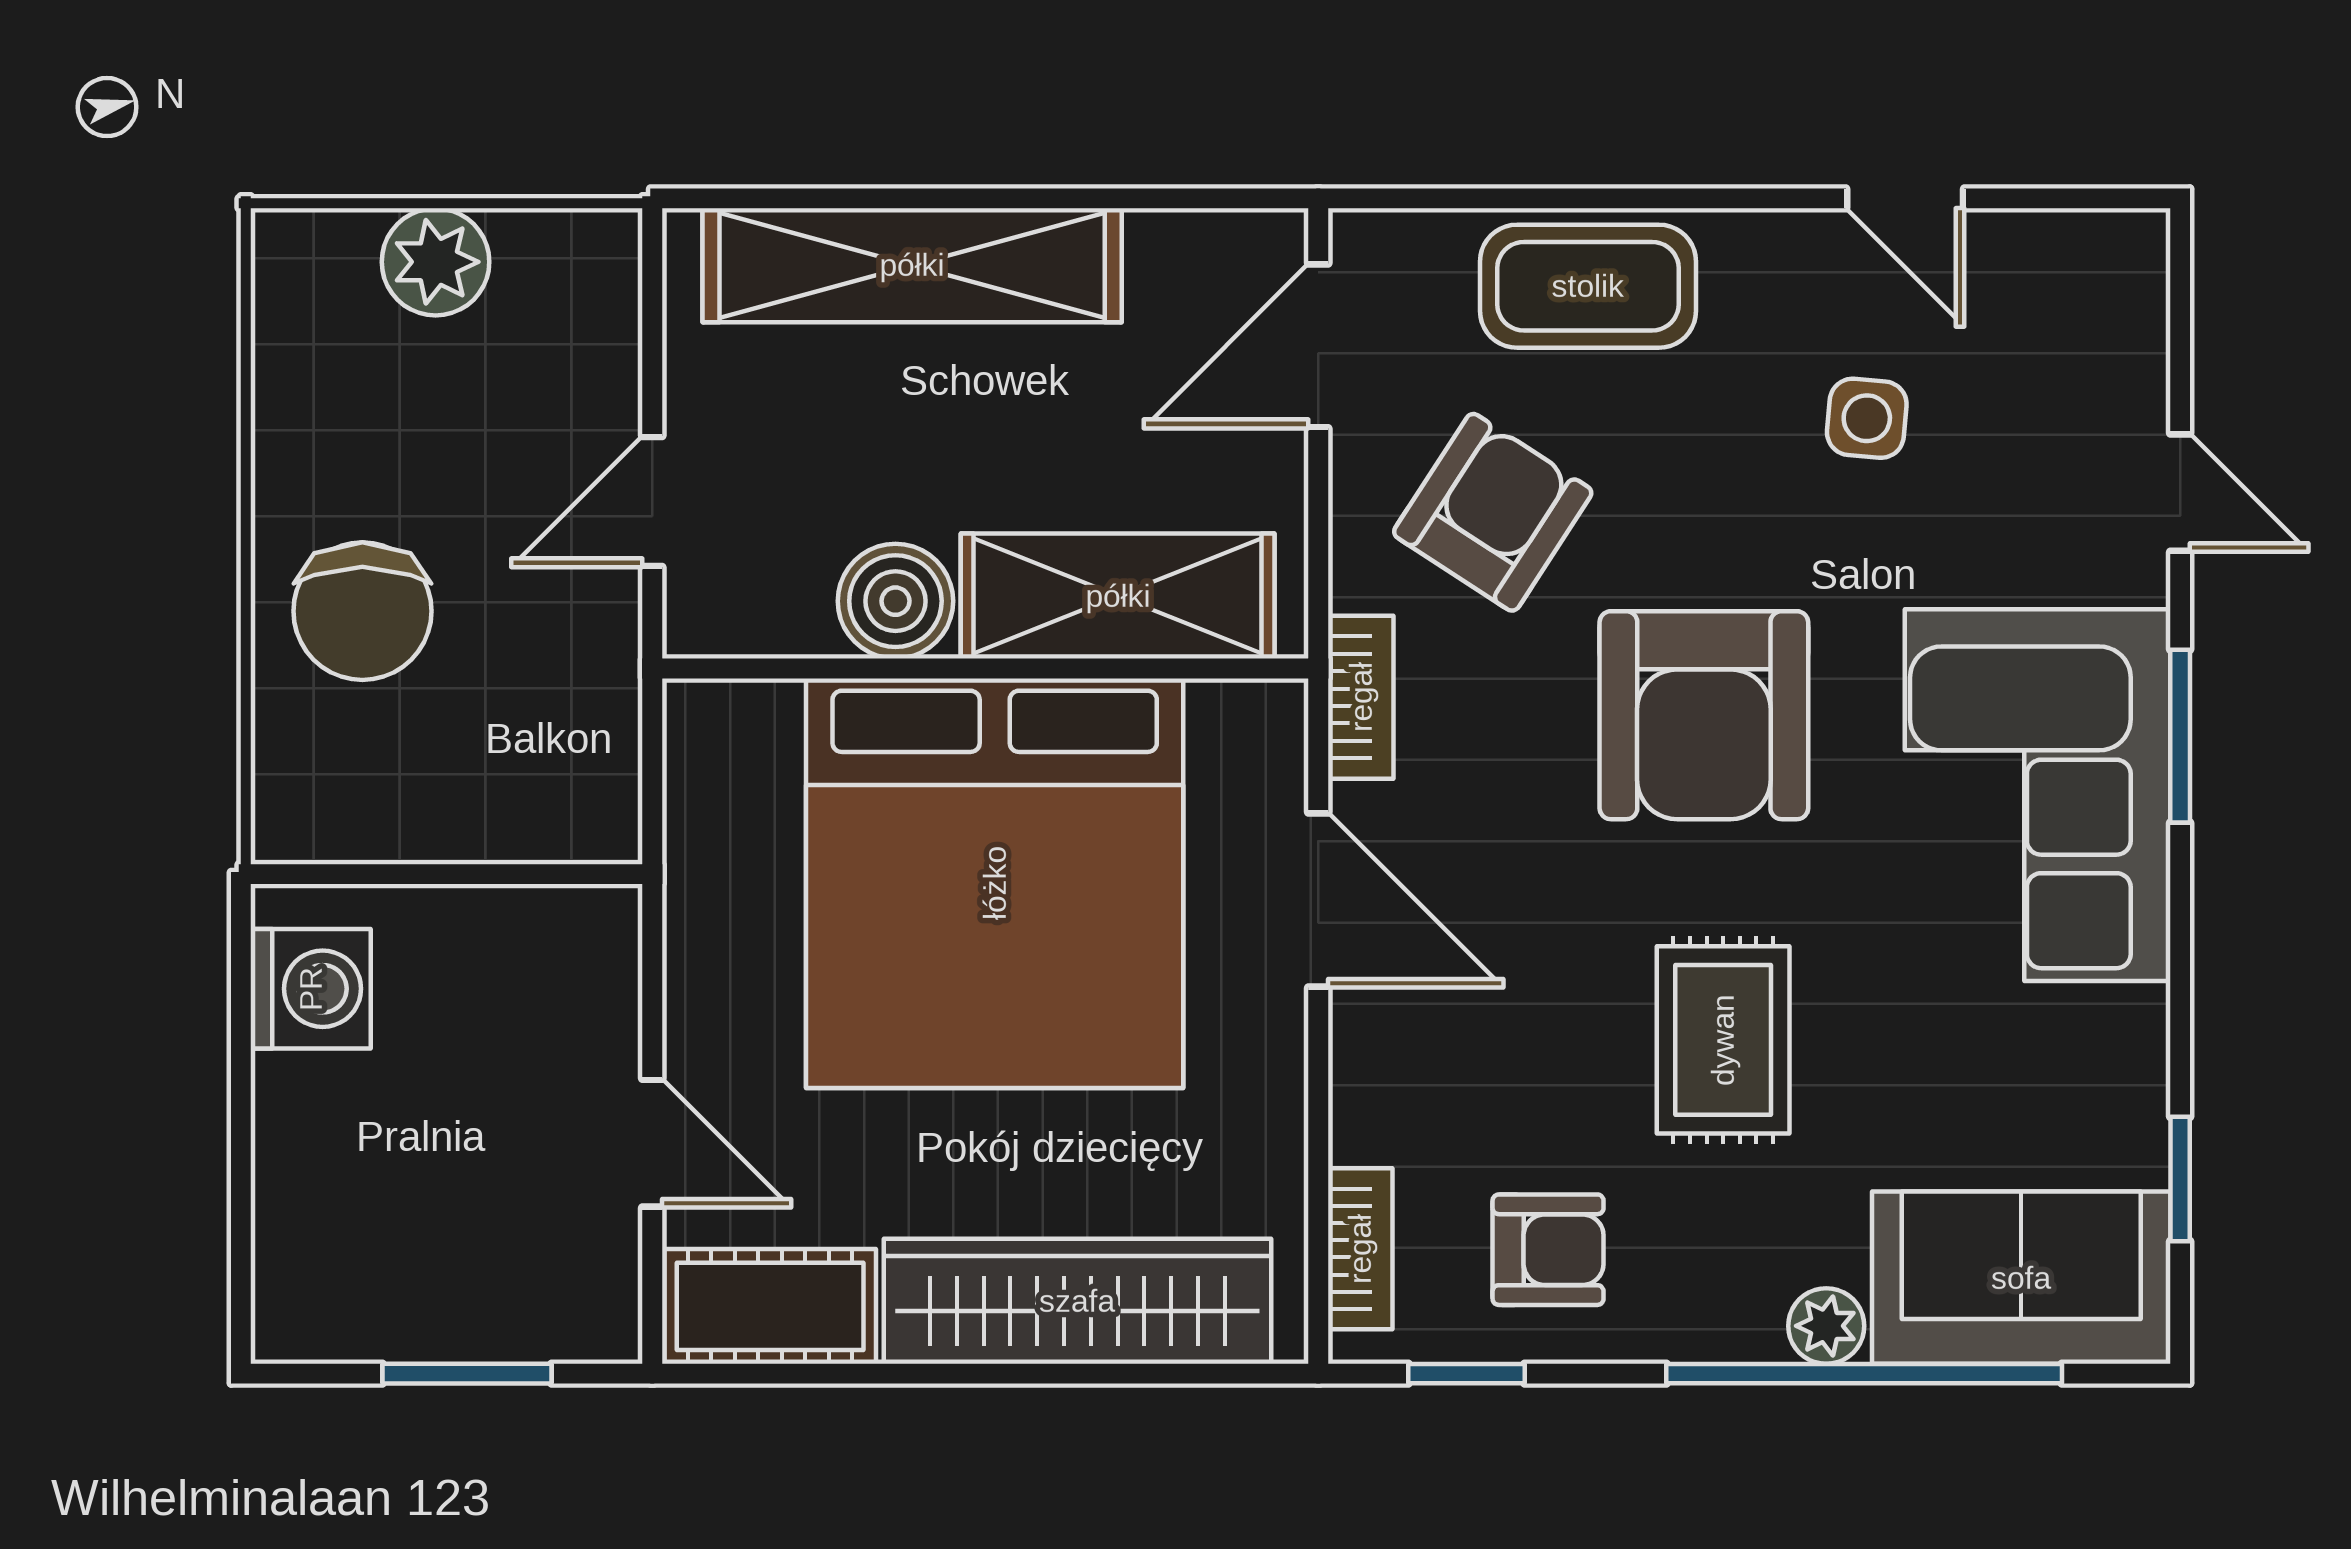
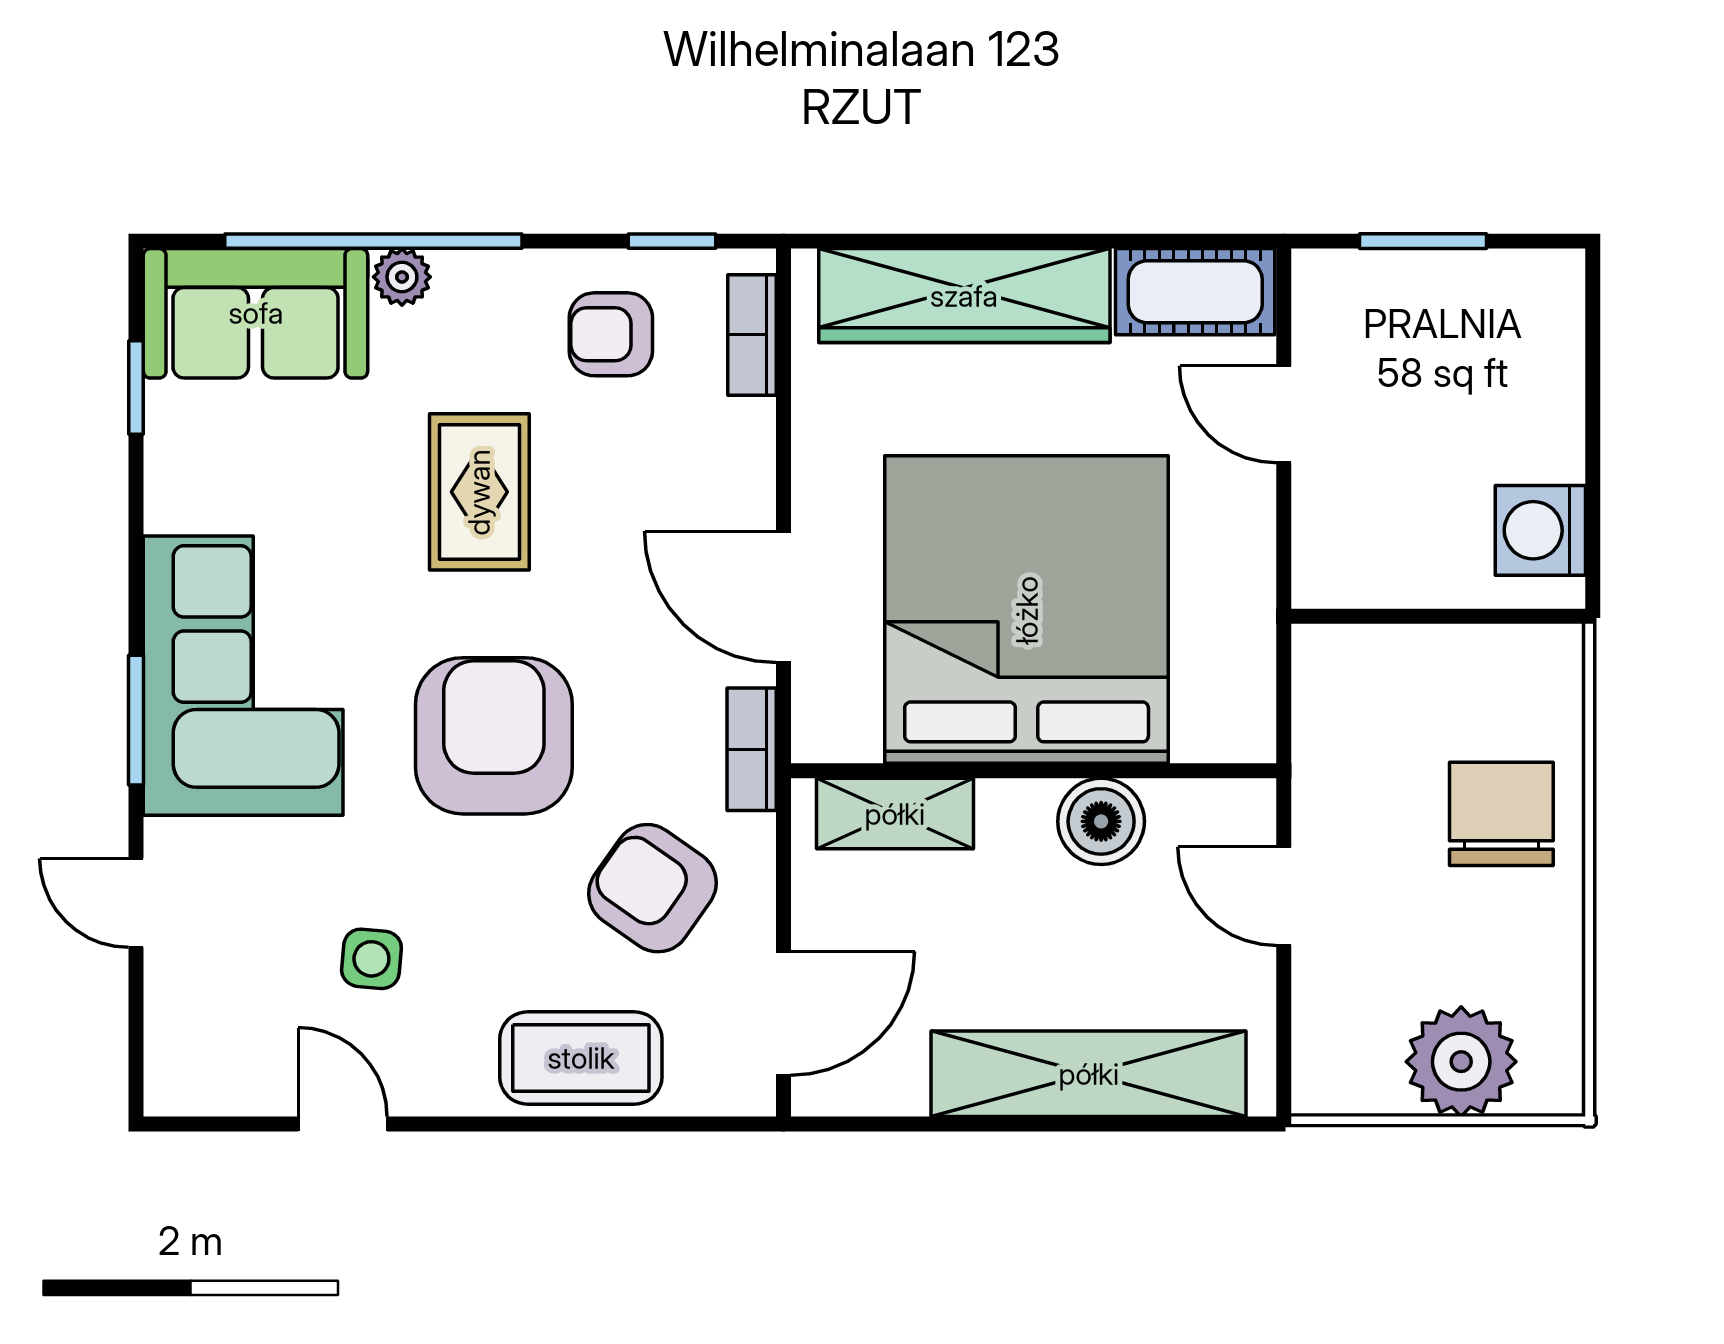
plant: (436, 262) -> (1461, 1062), width x1.36, depth x1.36
door: (652, 502) -> (1284, 896), swing flipped
armchair: (1493, 512) -> (652, 888), turned 92
shelving: (1118, 596) -> (895, 814), width x0.67, depth x0.75

